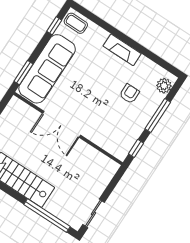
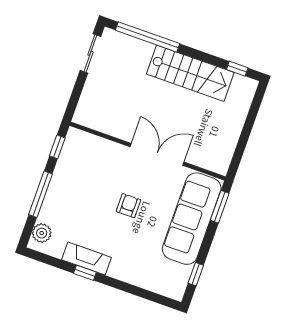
coffee table: (76, 23) -> (170, 284), removed
window: (138, 47) -> (85, 273), added
fireplace: (122, 50) -> (87, 259), moved
armchair: (129, 94) -> (128, 206), moved, turned 180

